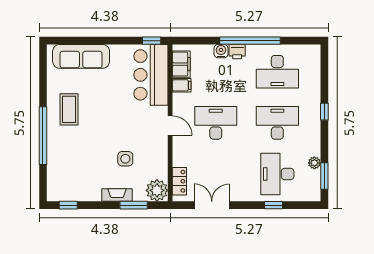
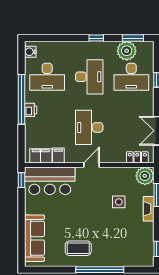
water cooler: (221, 51) -> (30, 52), moved
desk: (277, 72) -> (47, 77), turned 90
window: (324, 112) -> (96, 38), moved
desk: (277, 123) -> (89, 77), turned 180
plant: (314, 163) -> (127, 51), width x1.88, depth x1.88

